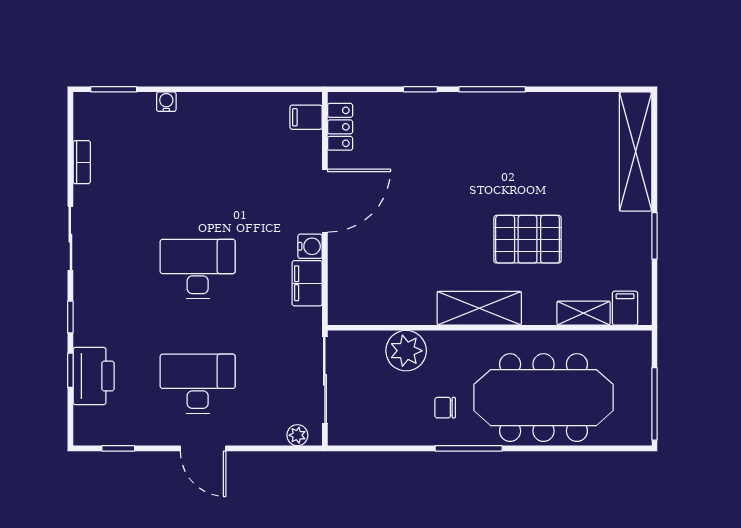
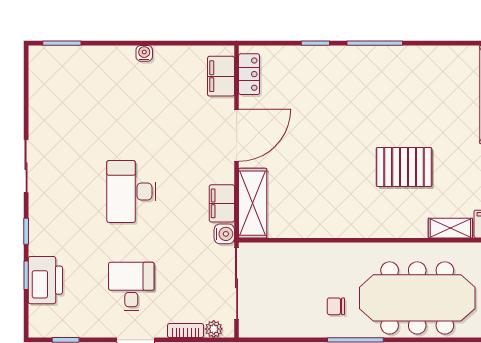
water cooler: (166, 102) -> (144, 53), moved
filing cabinet: (306, 117) -> (221, 76), width x2.00
bookcase: (82, 162) -> (186, 331), moved, turned -90
water cooler: (310, 246) -> (224, 234), moved
desk: (198, 269) -> (131, 191), turned -90
shelving: (479, 308) -> (253, 203), moved, turned 90
plant: (406, 351) -> (304, 259), removed
desk: (198, 384) -> (131, 286), width x0.73

